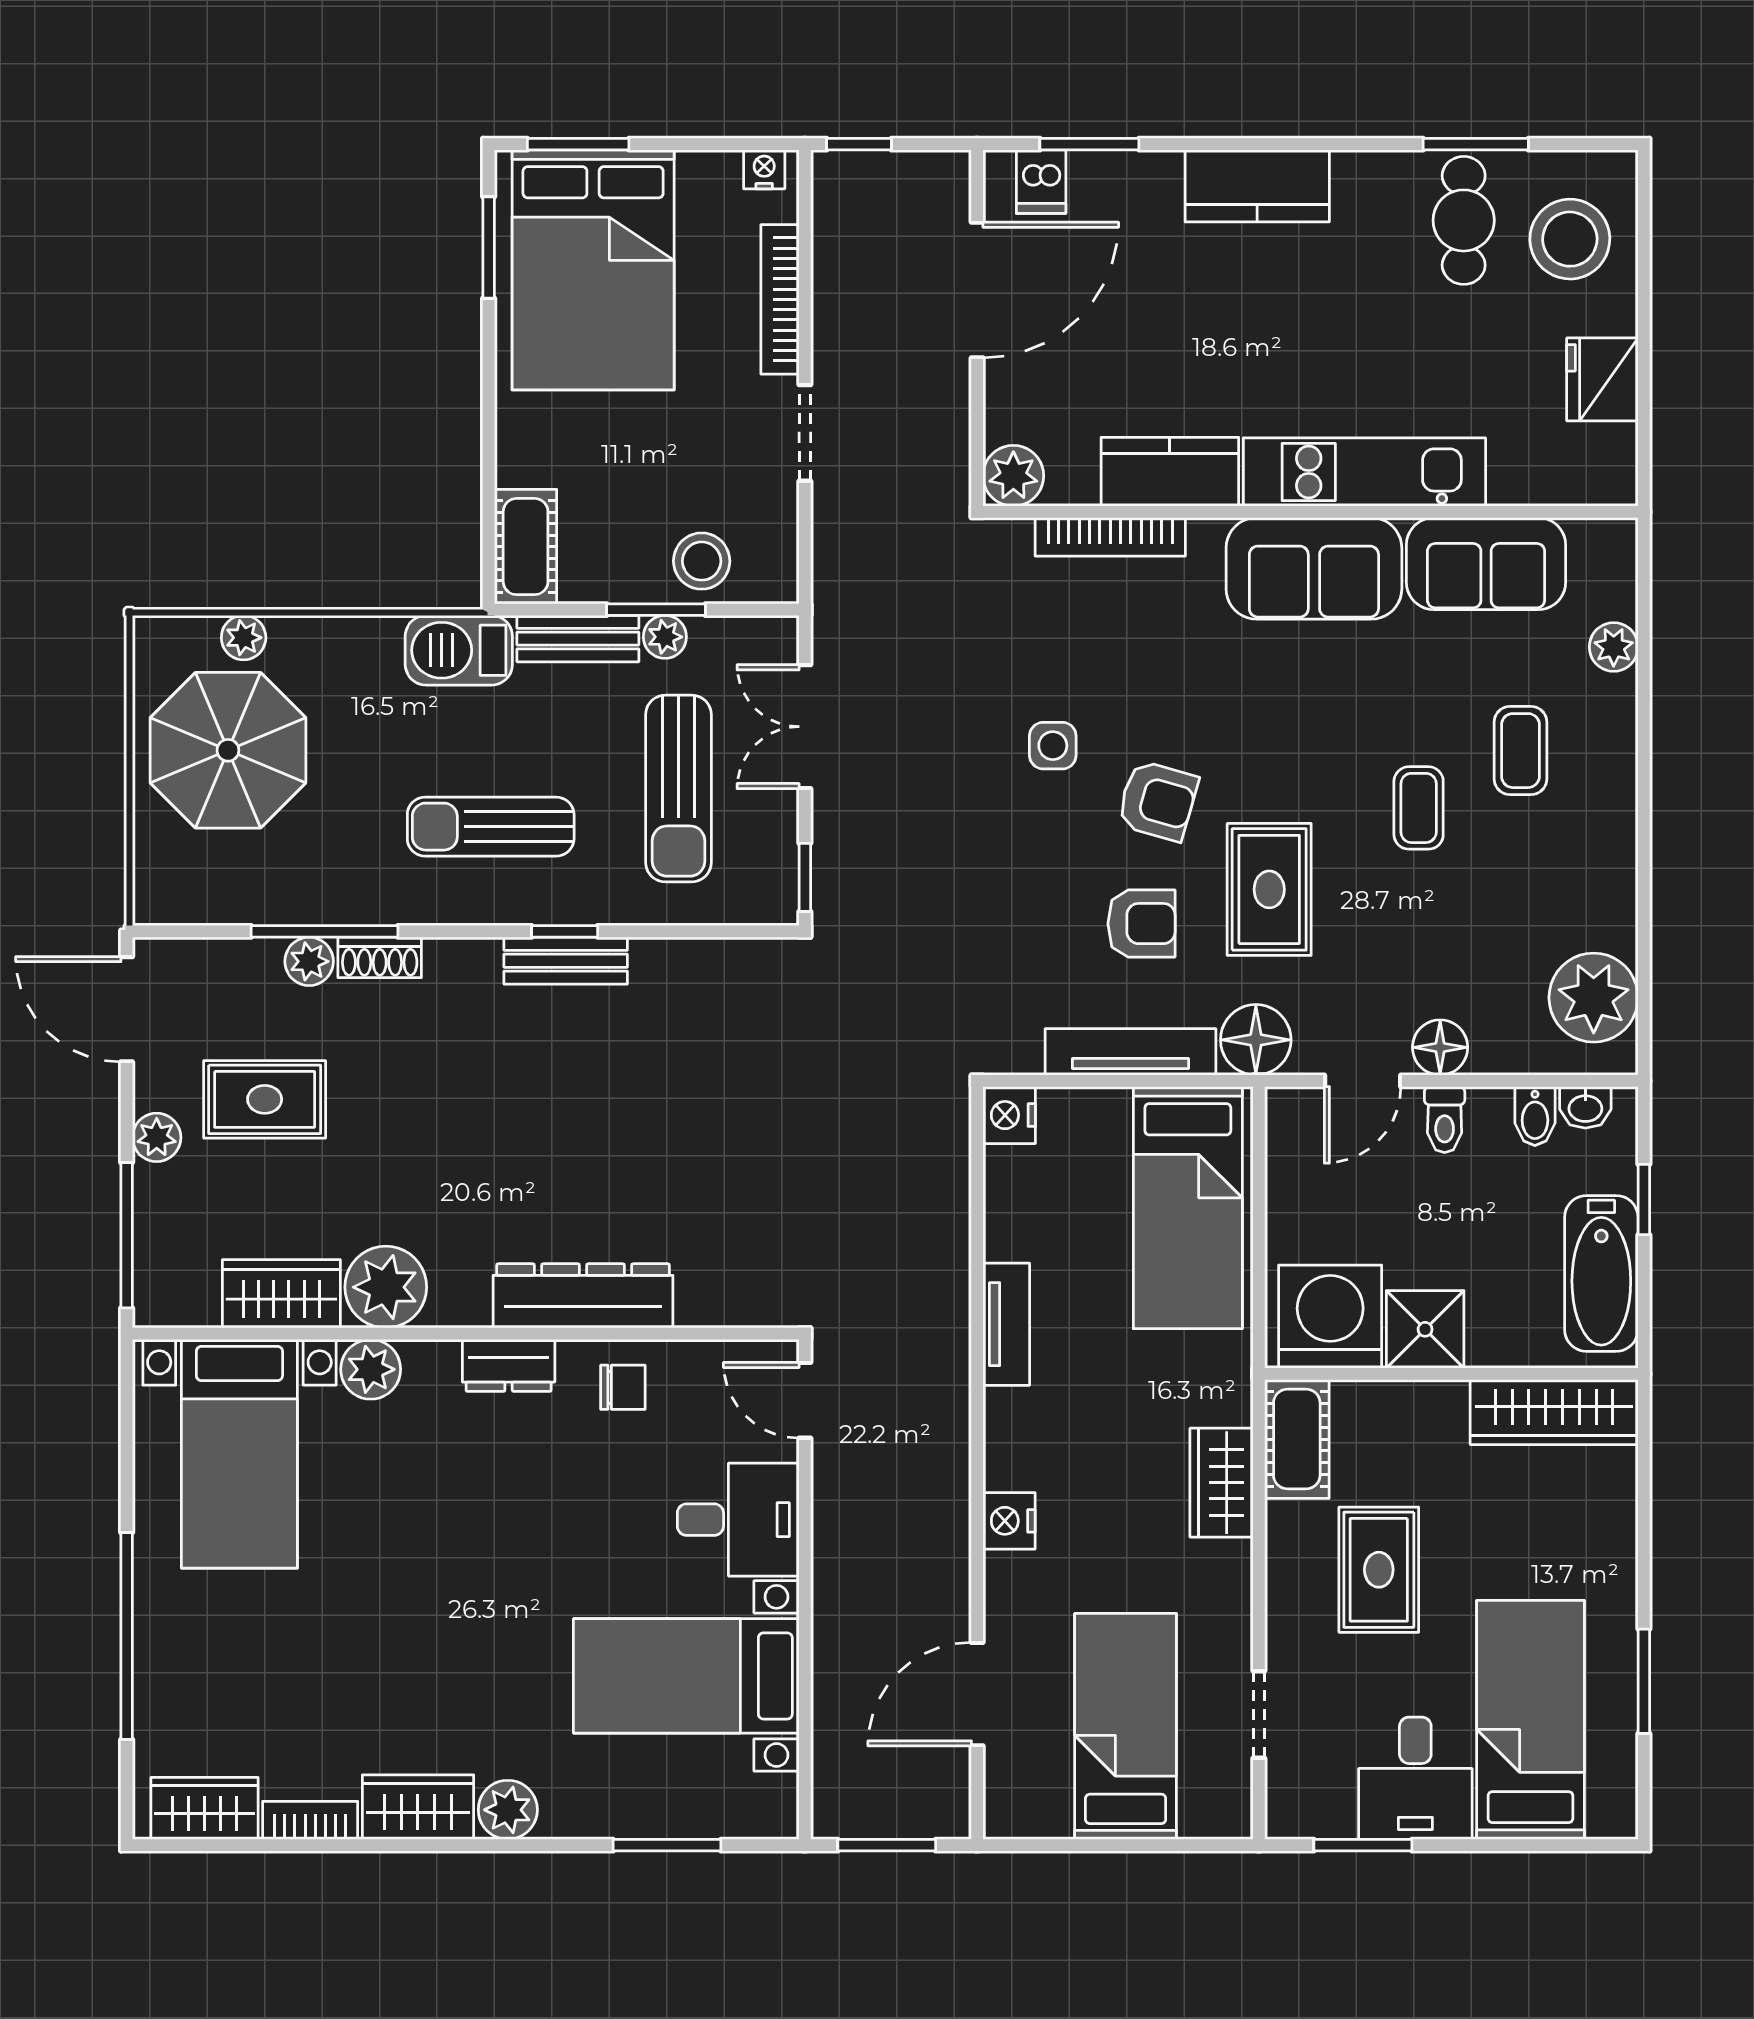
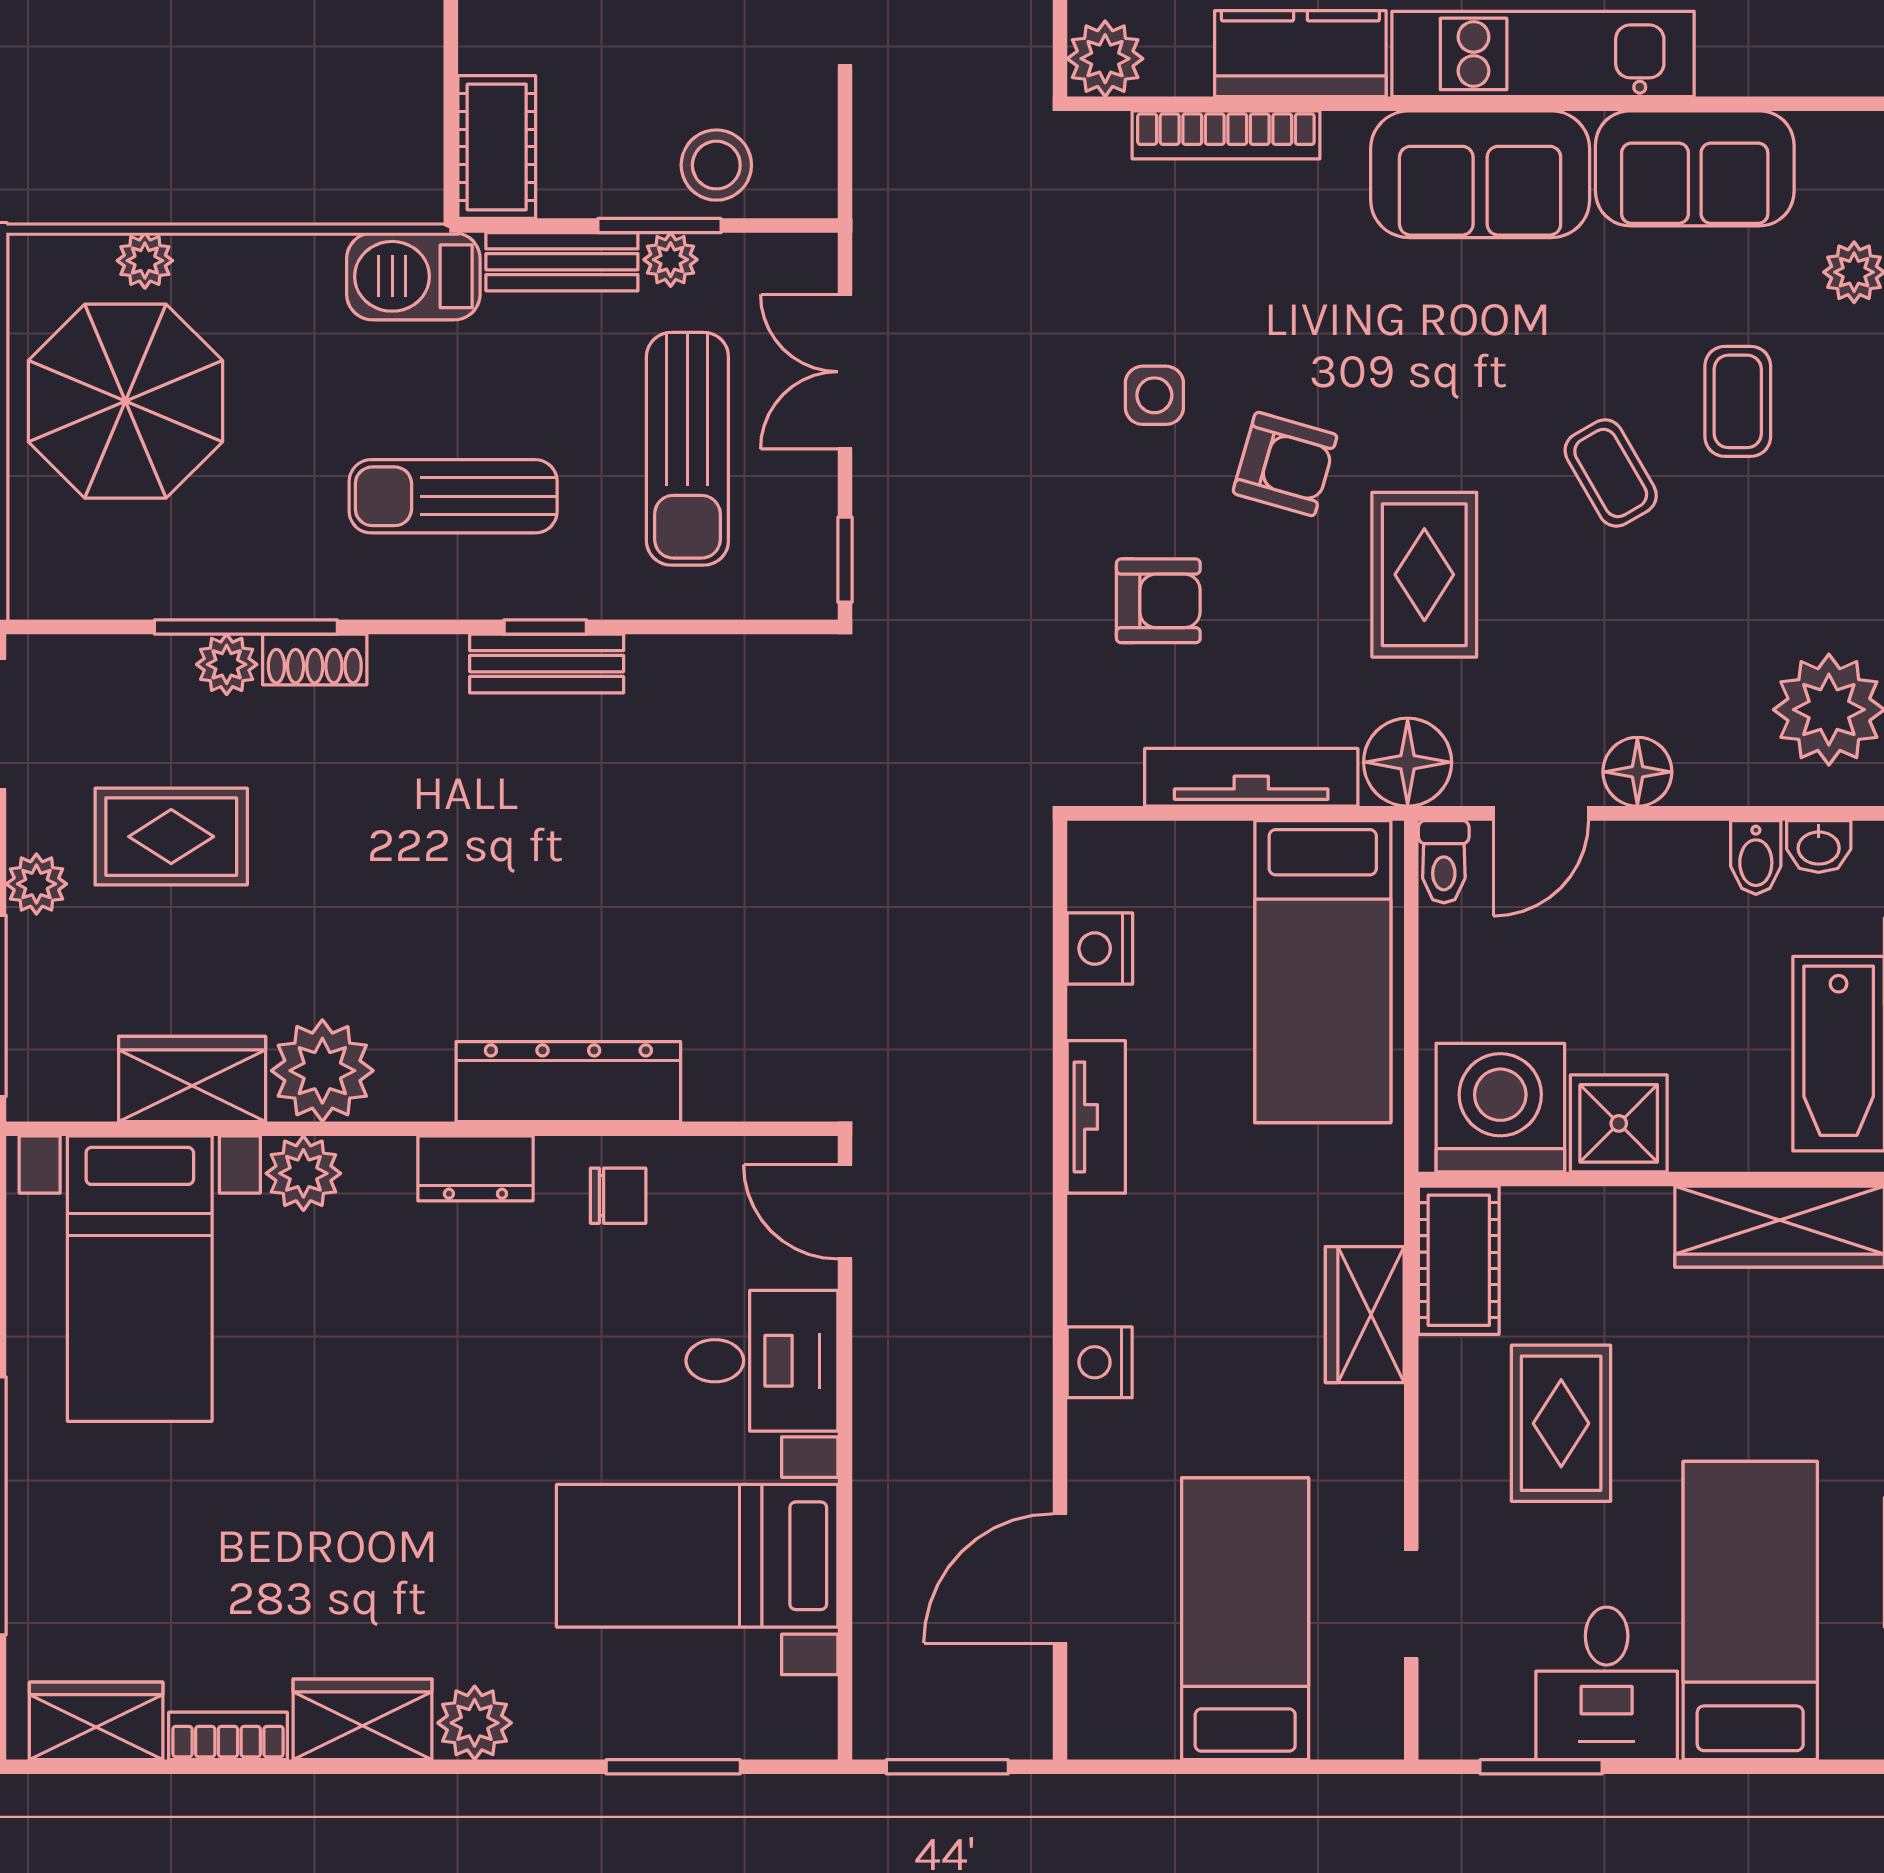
coffee table: (1419, 808) -> (1611, 473), turned -30
armchair: (1142, 924) -> (1158, 601), moved
nightstand: (1009, 1115) -> (1100, 949), moved
toilet: (1445, 1120) -> (1444, 862), moved

